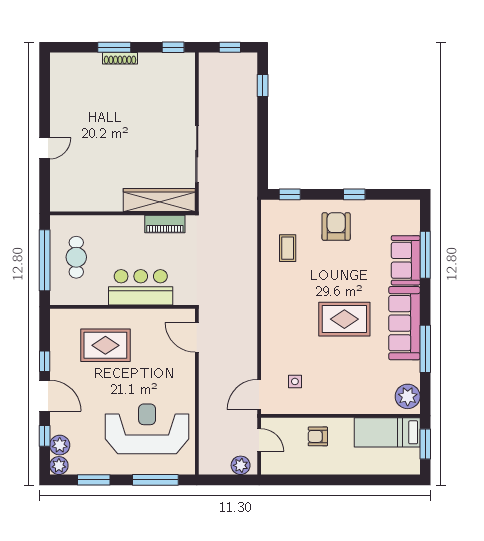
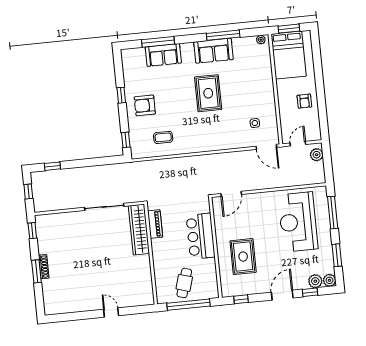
cafe table: (76, 257) -> (184, 283), turned -73
sofa: (404, 323) -> (214, 51), width x0.73
window: (45, 361) -> (241, 299), moved
plant: (408, 396) -> (261, 40), width x0.53, depth x0.53
bed: (387, 432) -> (289, 55), width x1.50
armchair: (318, 436) -> (304, 101), moved

